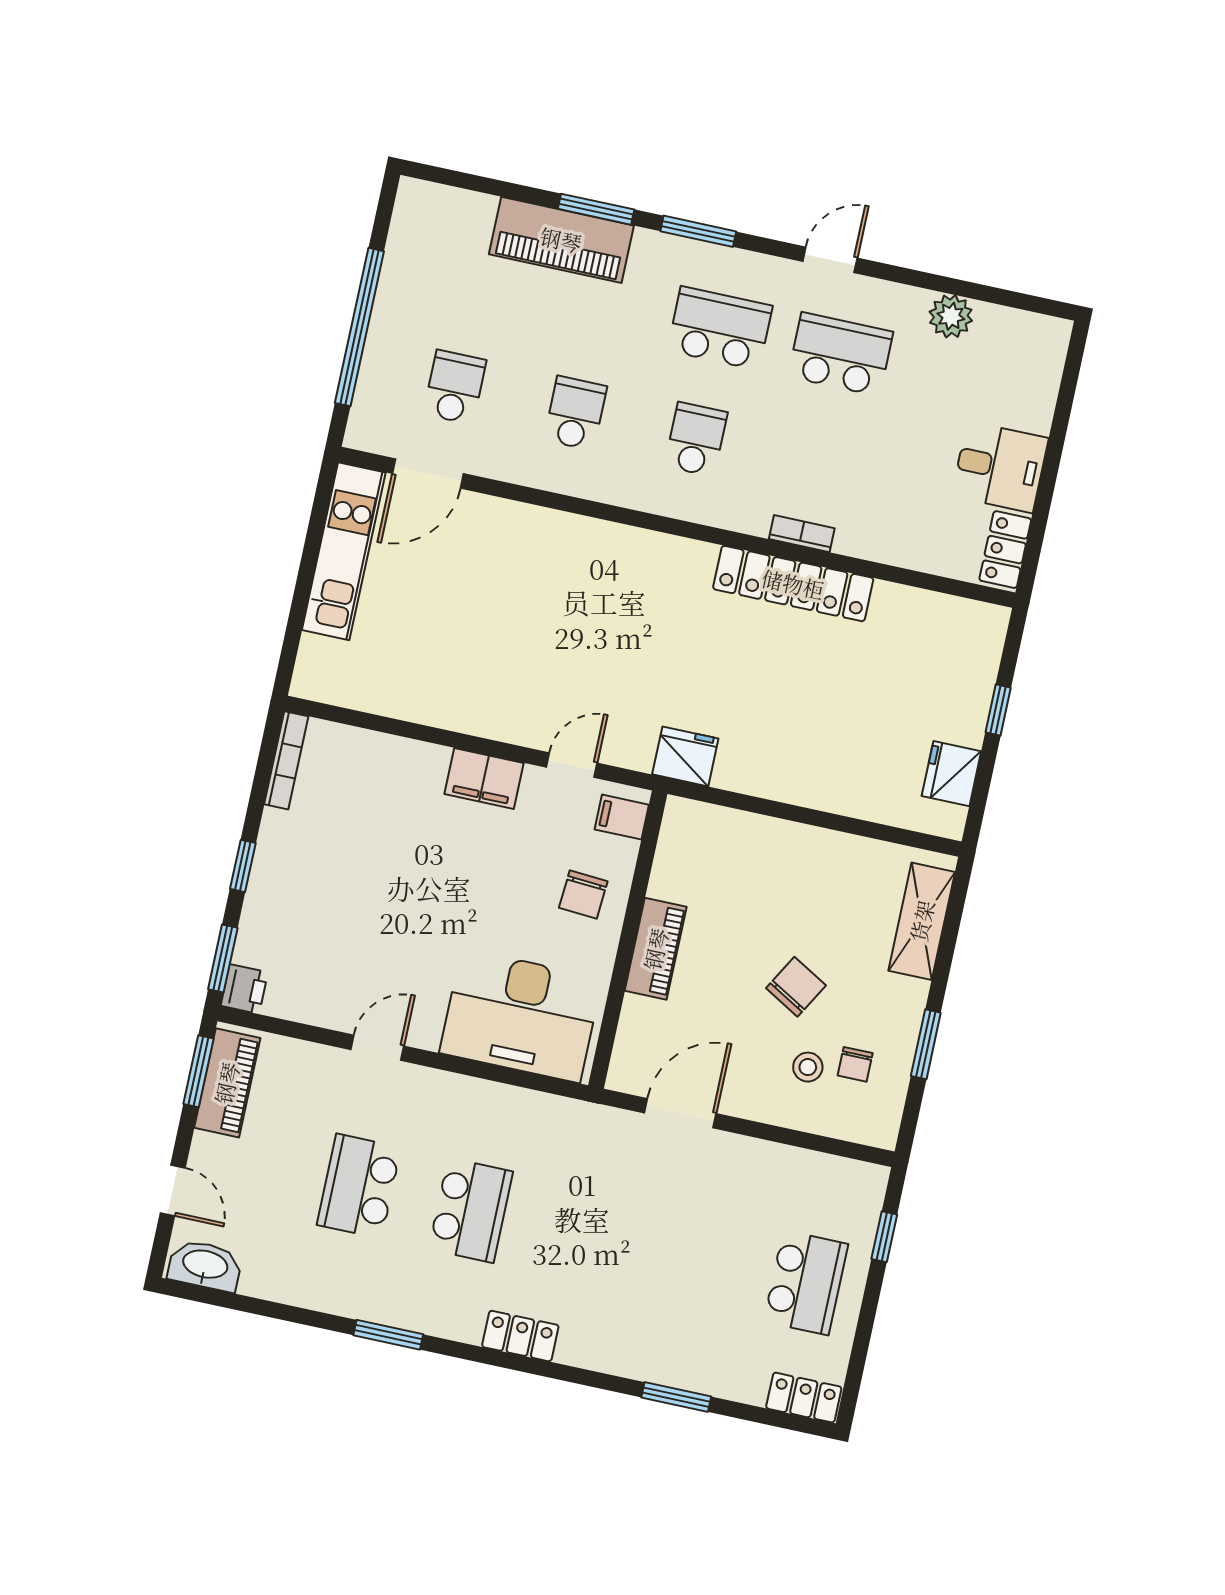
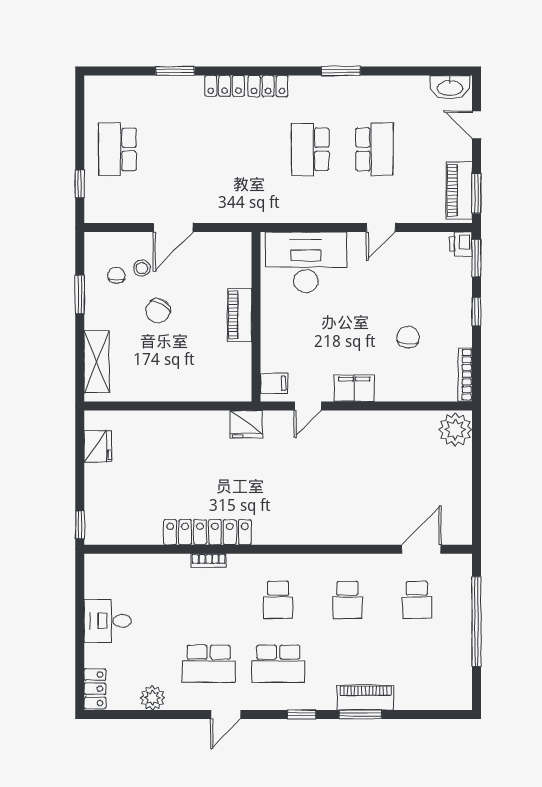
window: (698, 231) -> (302, 714), width x0.67
piano: (561, 240) -> (366, 698), width x0.73, depth x0.75
locker: (1005, 550) -> (95, 689), moved
kitchen unit: (344, 551) -> (458, 496), removed
plant: (324, 669) -> (455, 430), added
window: (998, 710) -> (80, 525), moved
chair: (583, 895) -> (408, 337), moved
door: (680, 1113) -> (173, 227), moved
locker: (804, 1398) -> (225, 86), moved

